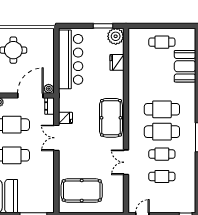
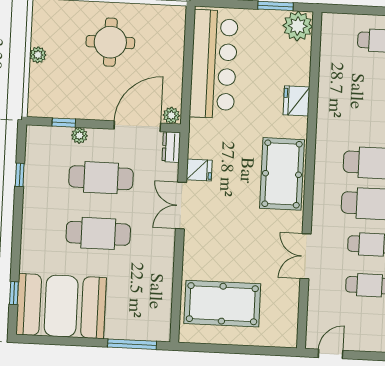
fridge: (117, 62) -> (296, 101), moved

